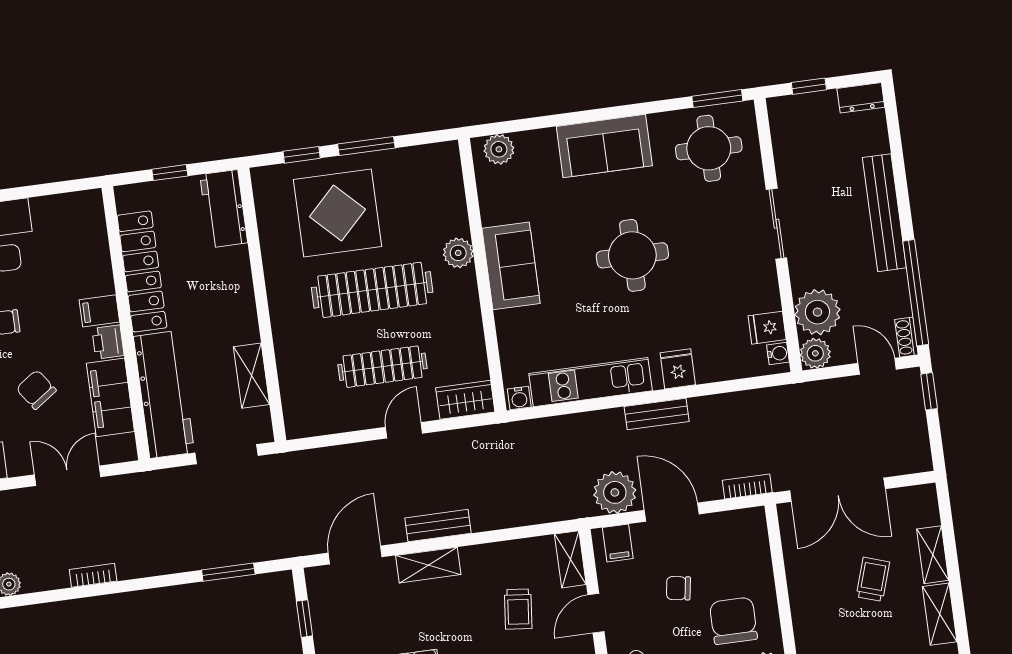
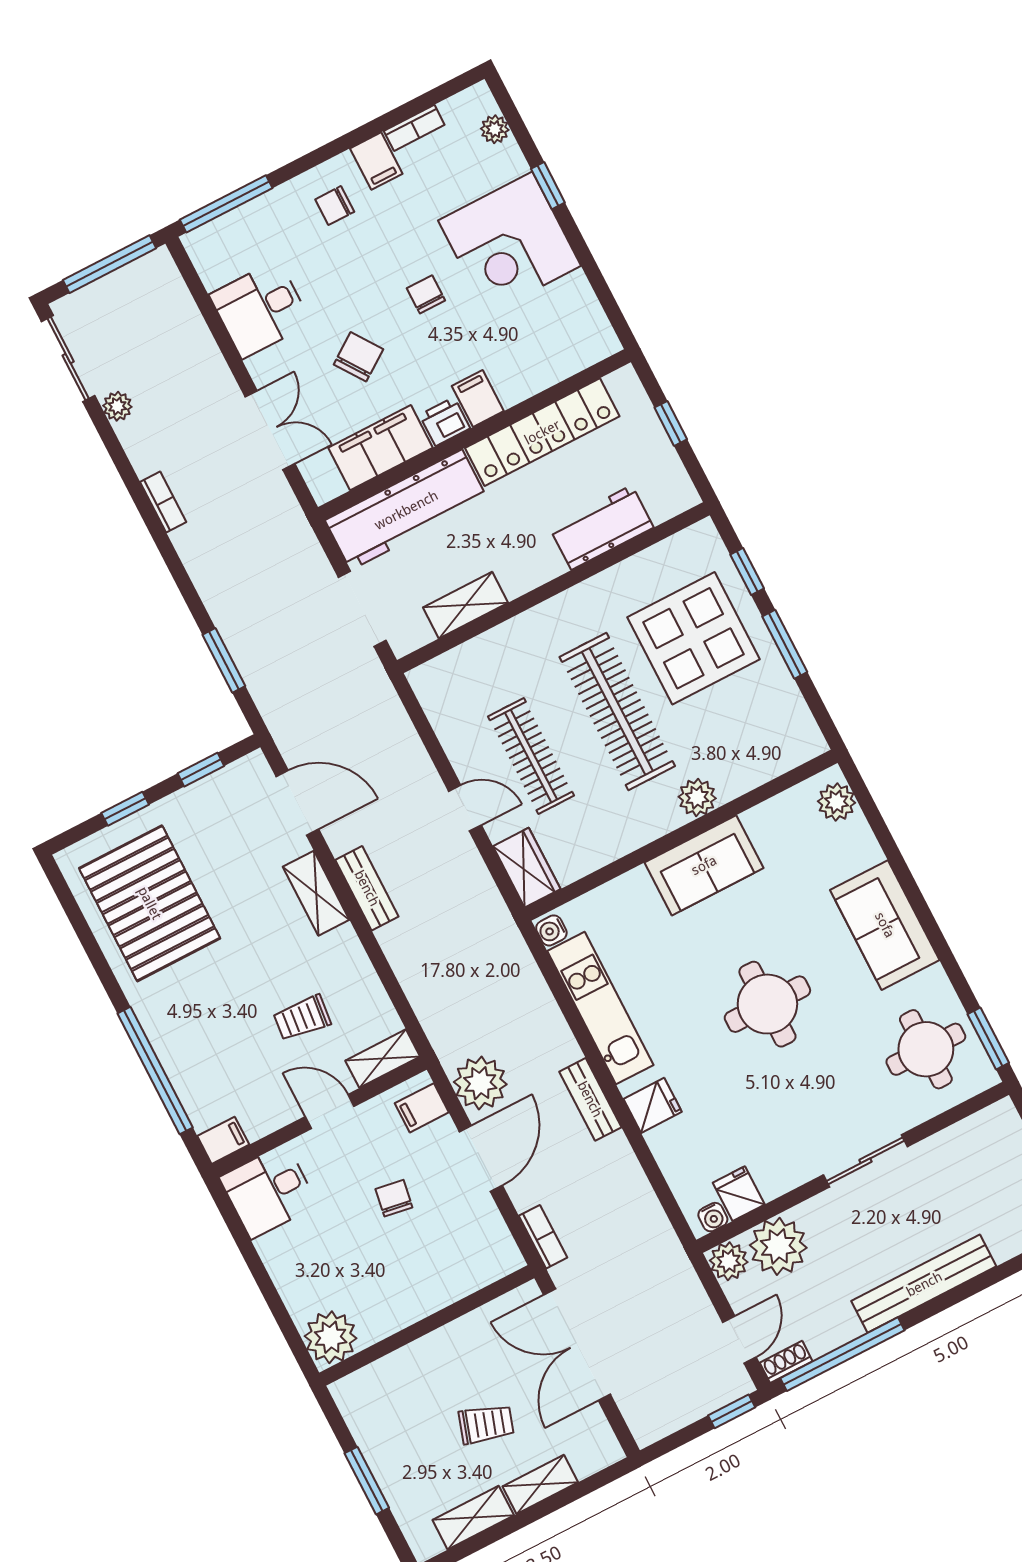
workbench: (224, 209) -> (602, 528), moved
chair: (733, 621) -> (379, 1277), removed

